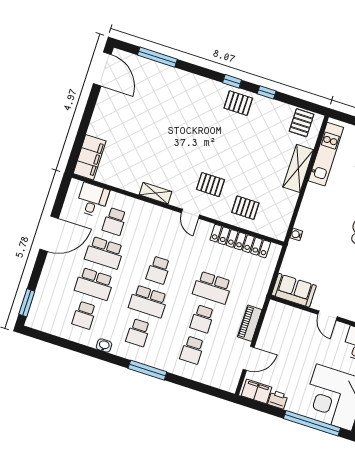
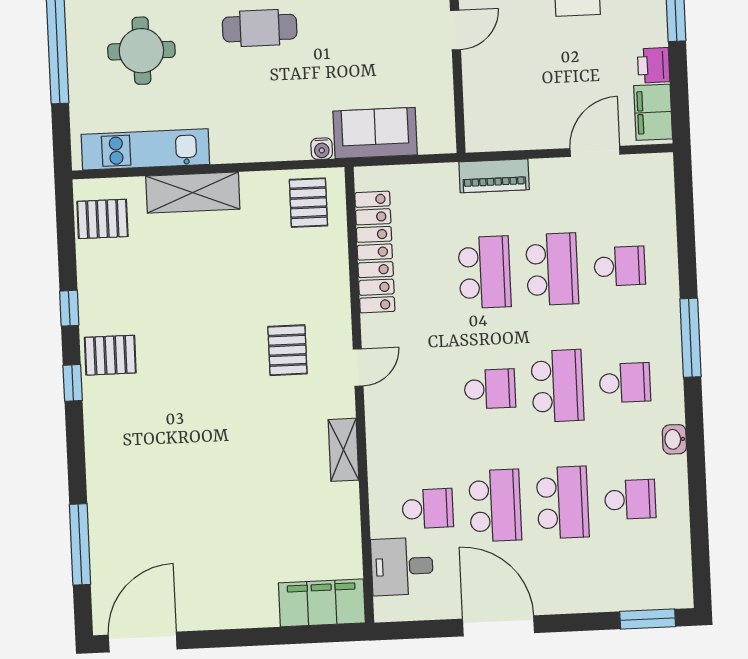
pallet: (238, 103) -> (110, 355), turned 90
pallet: (245, 208) -> (308, 203), moved
sofa: (294, 290) -> (375, 133), moved, turned 90
school desk: (202, 319) -> (552, 269), width x1.85
piano: (250, 323) -> (494, 176), moved
door: (249, 358) -> (595, 151), hinge flipped

